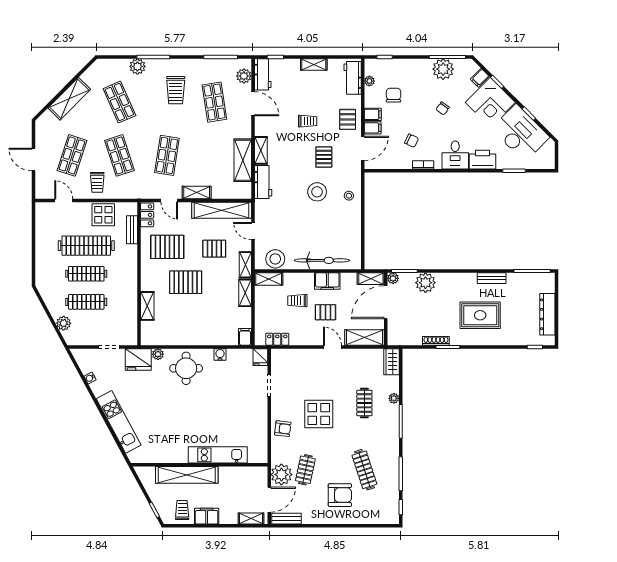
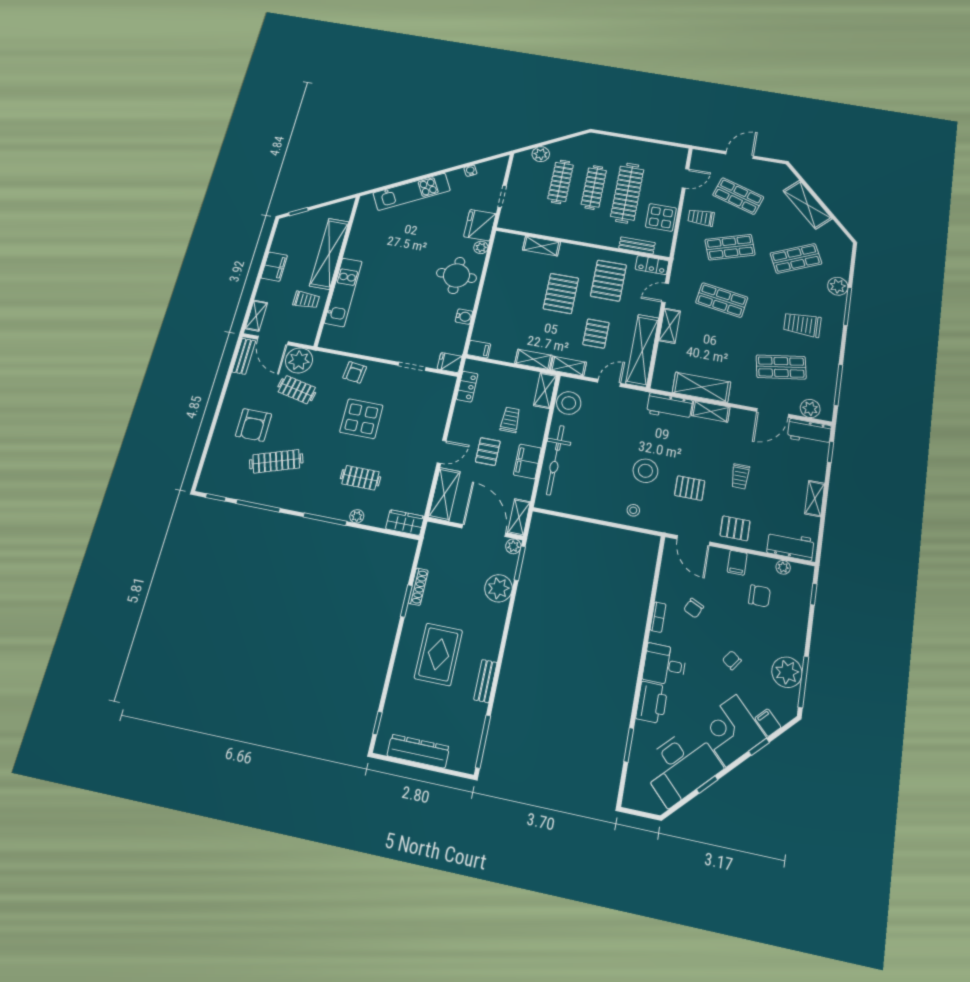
filing cabinet: (373, 128) -> (719, 559), removed
trolley: (182, 510) -> (306, 300), moved

